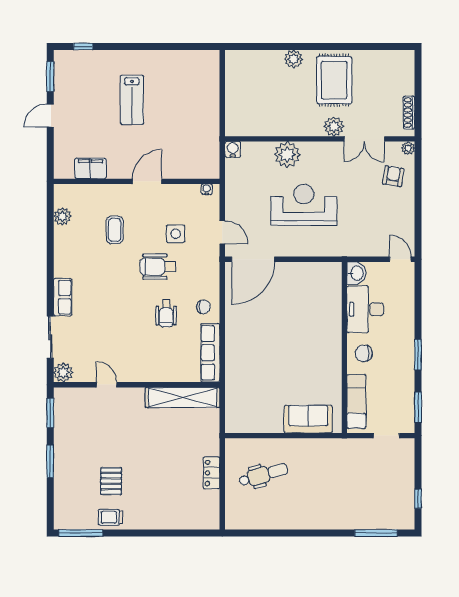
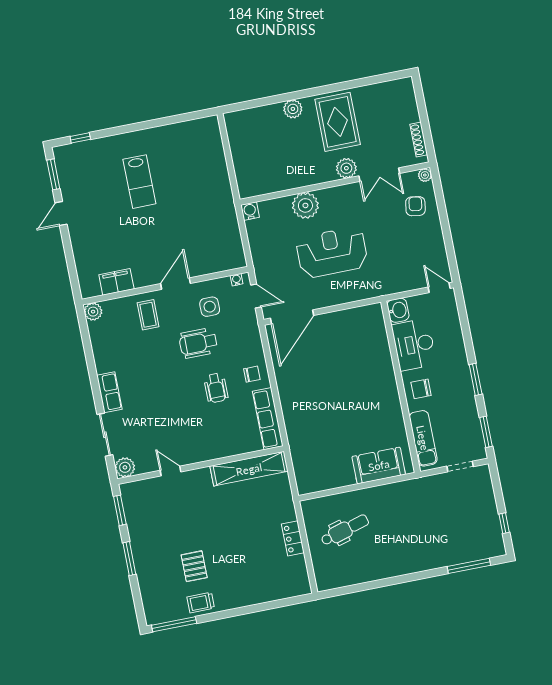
filing cabinet: (90, 168) -> (116, 282), moved
wall: (137, 181) -> (165, 286), moved
door: (147, 181) -> (175, 284), moved
water cooler: (207, 189) -> (237, 280), moved

